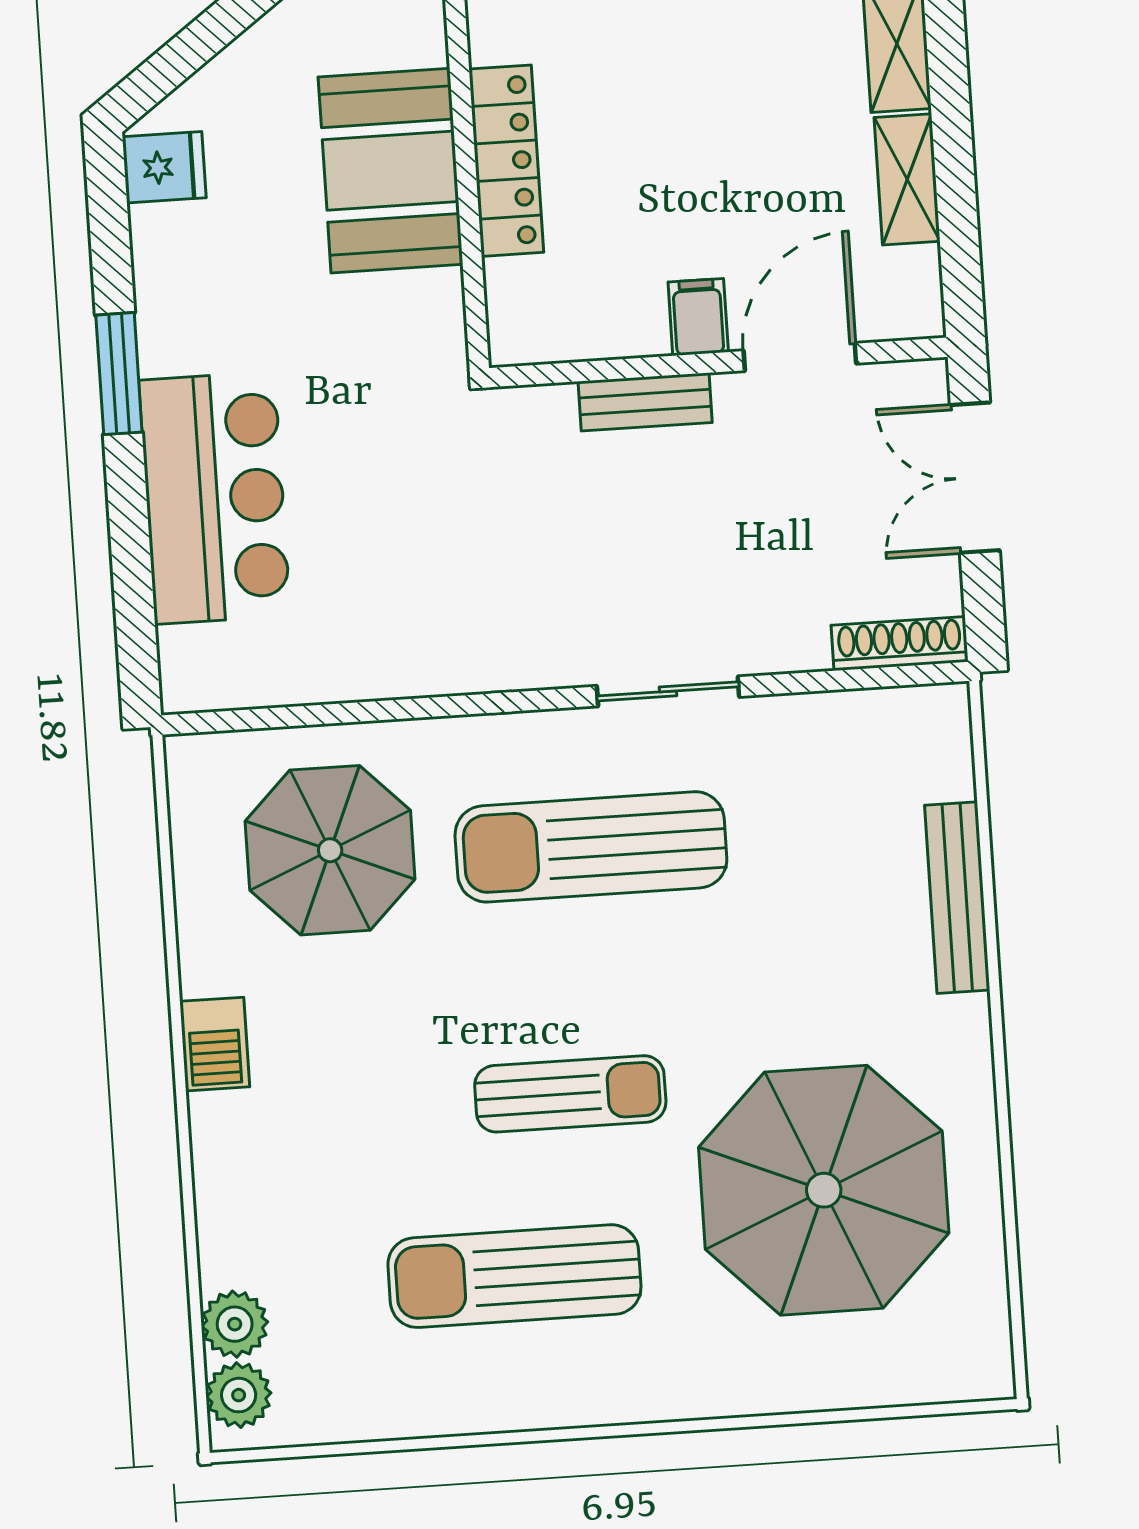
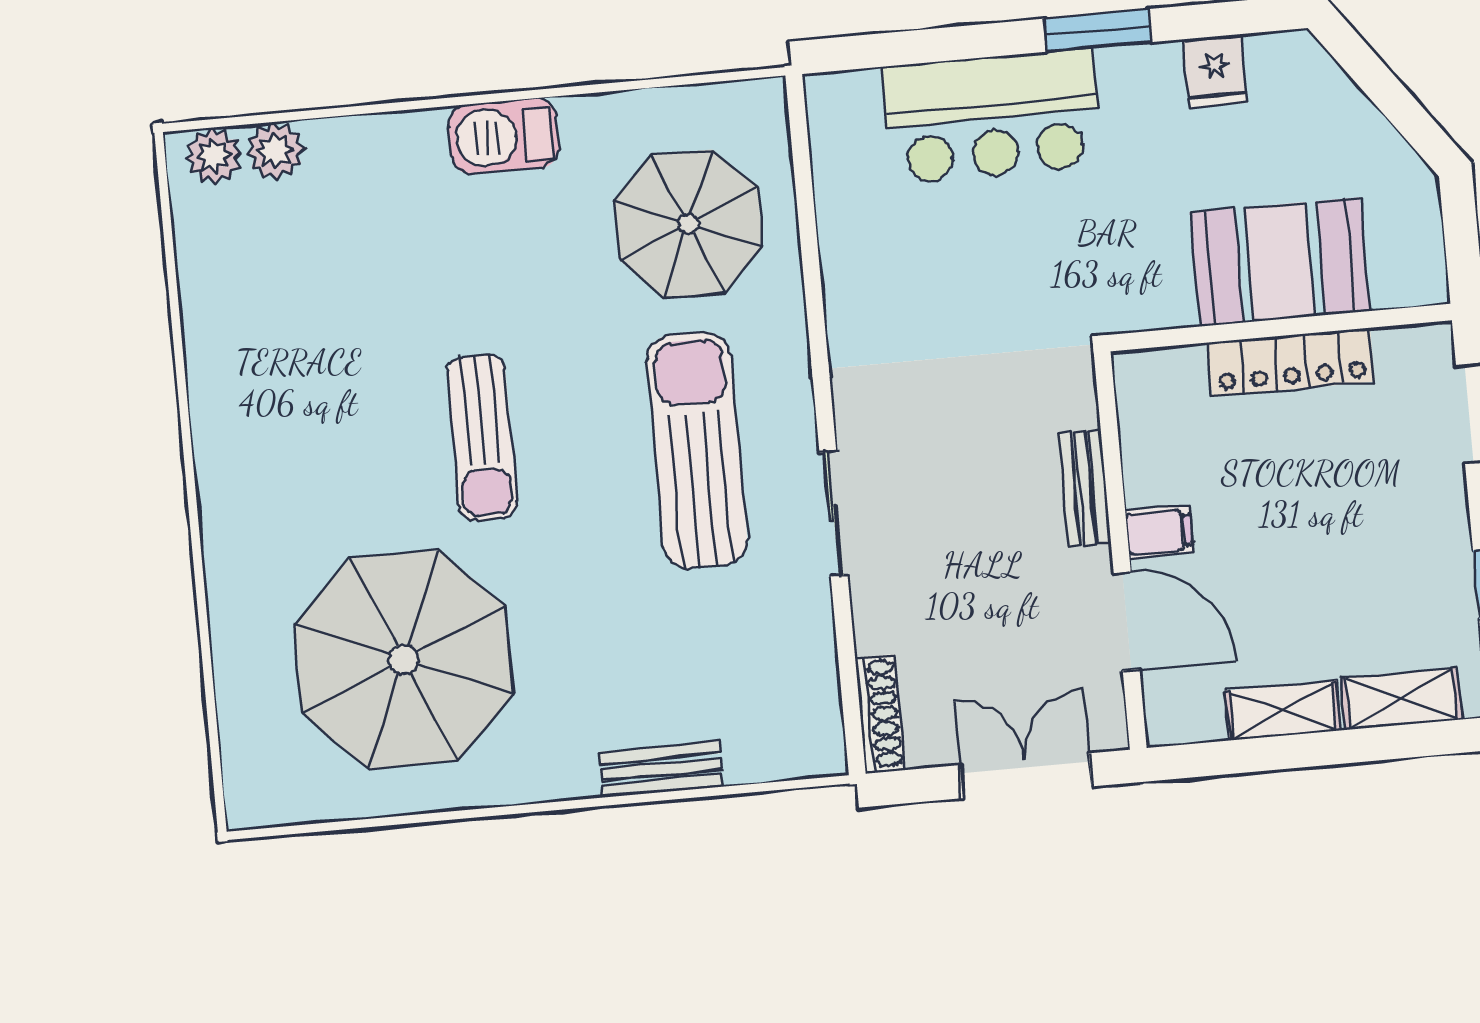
fridge: (164, 167) -> (1215, 71), moved
bench: (957, 898) -> (661, 769), width x0.73
barbecue: (215, 1044) -> (504, 136), width x1.38, depth x1.27
sun lounger: (514, 1276) -> (323, 393), removed

